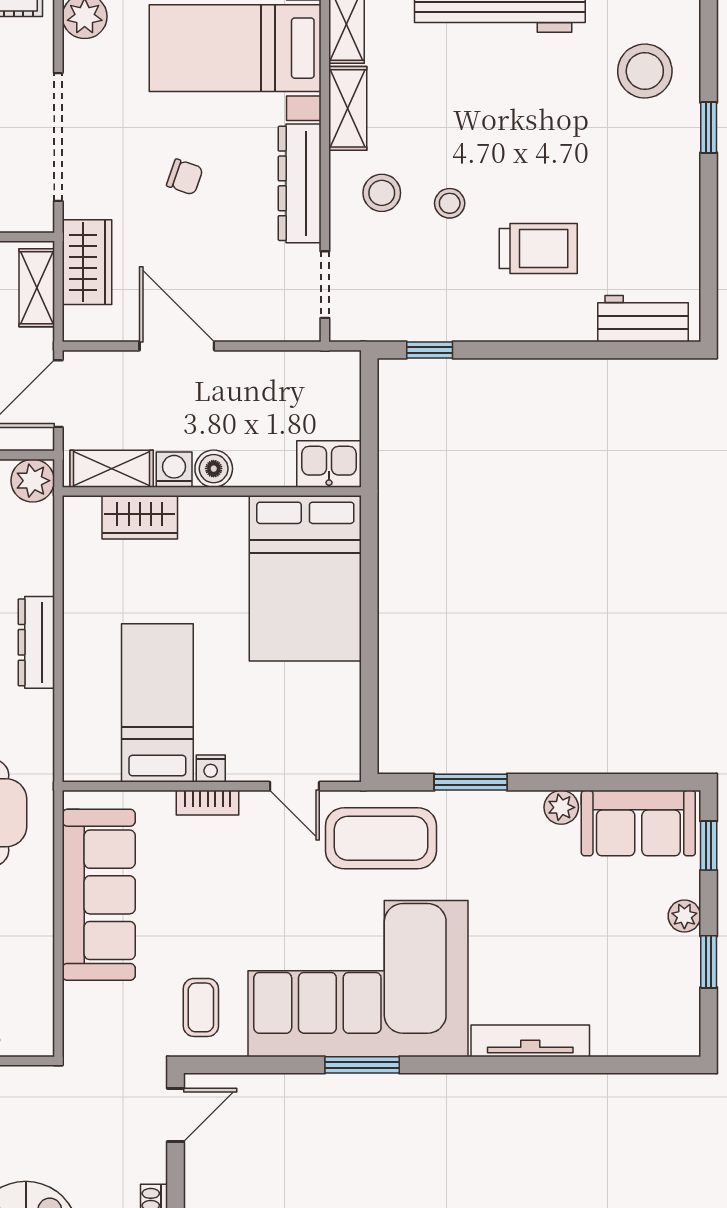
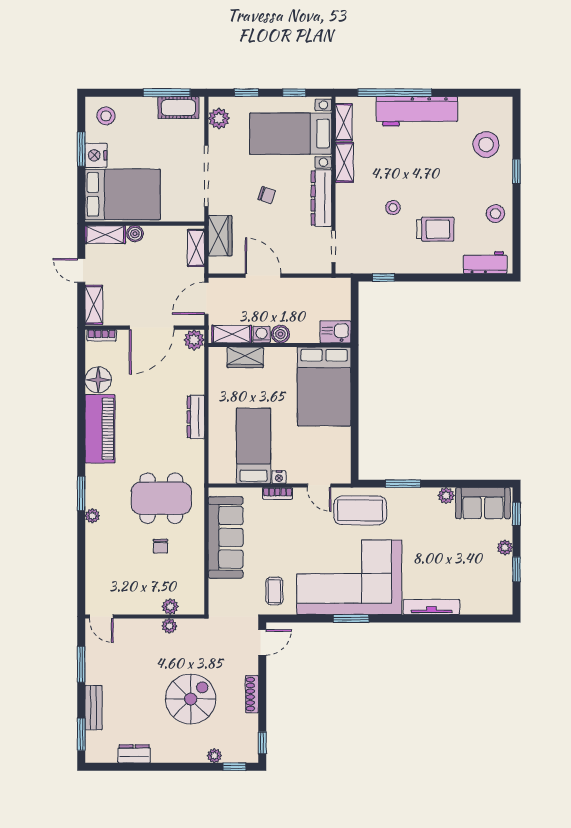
stool: (382, 193) -> (495, 214), moved

